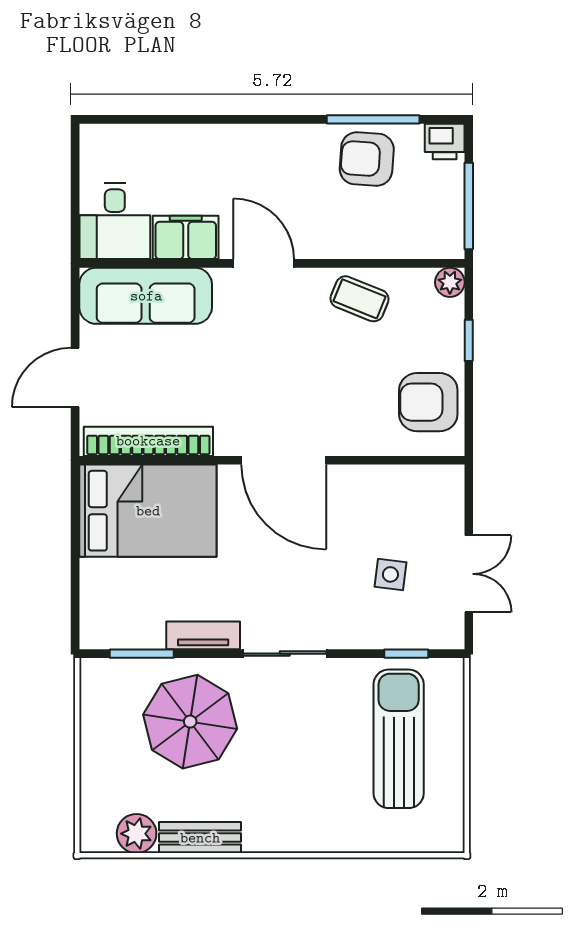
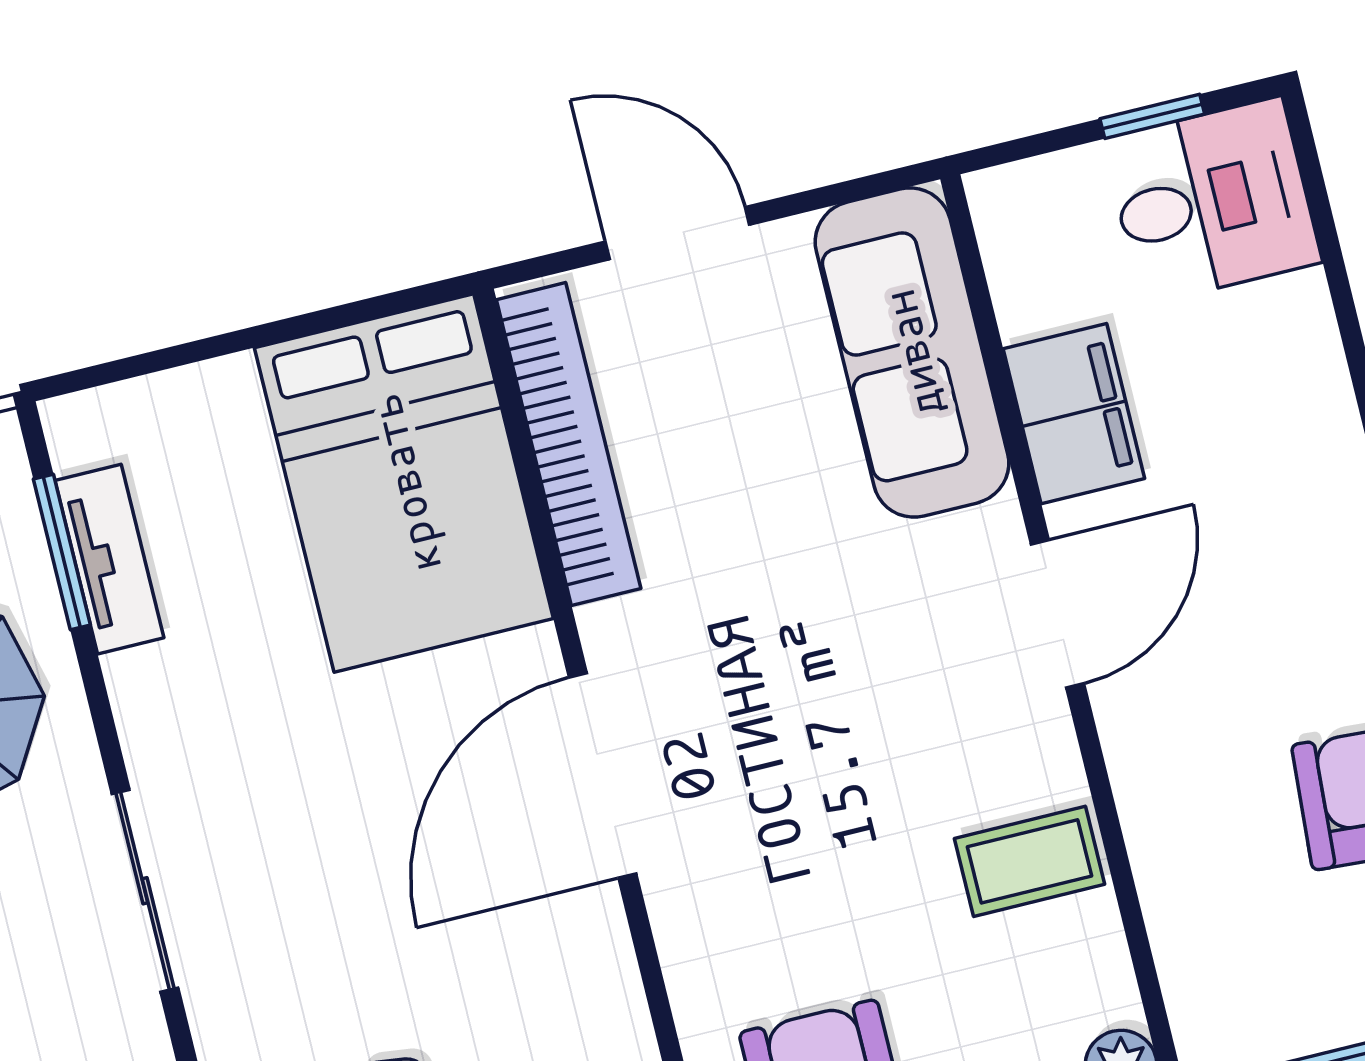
window: (75, 177) -> (1152, 116), added
desk: (115, 221) -> (1212, 201), moved, turned 180
coffee table: (360, 299) -> (1029, 861), turned 68
tv unit: (203, 635) -> (109, 559), moved

